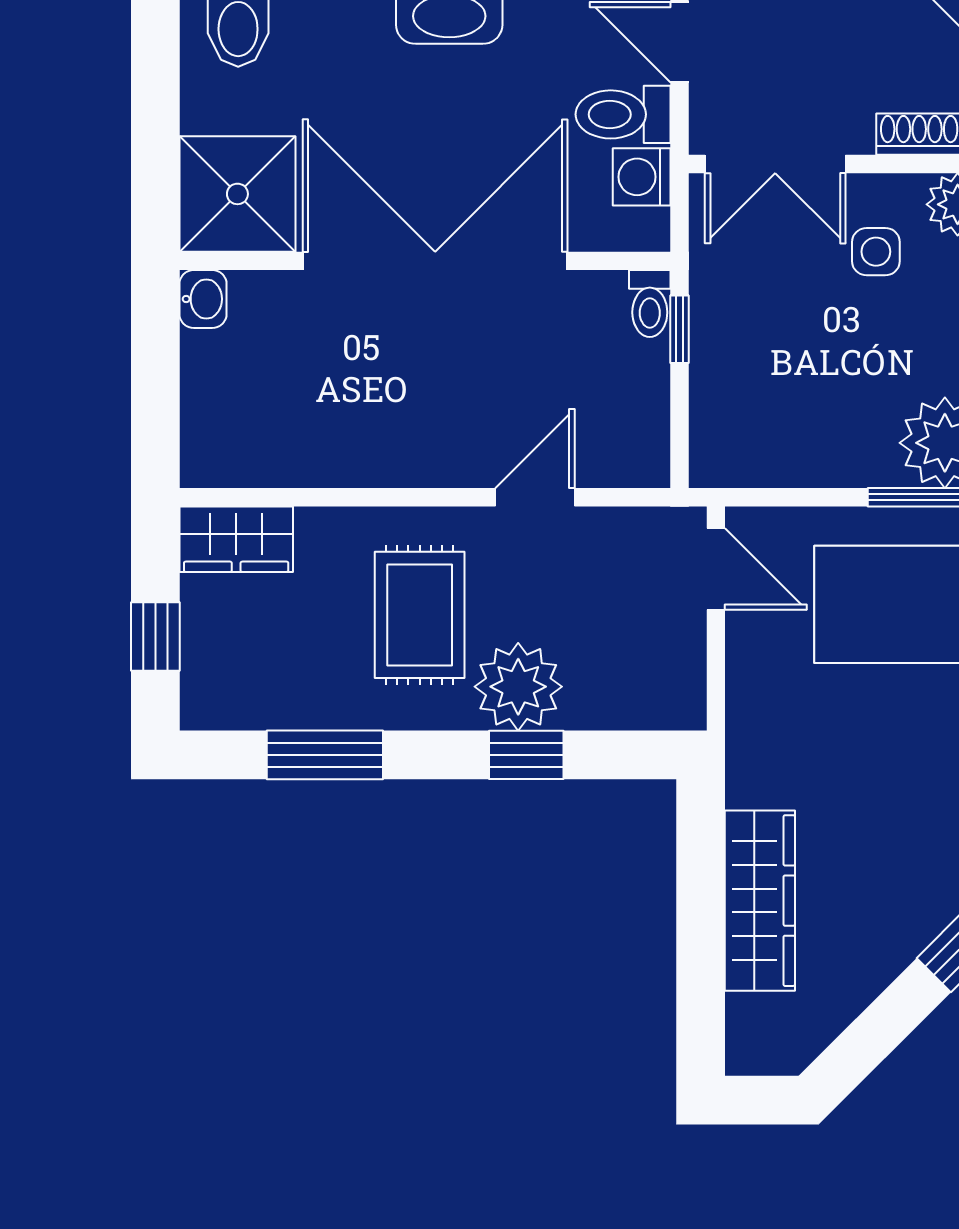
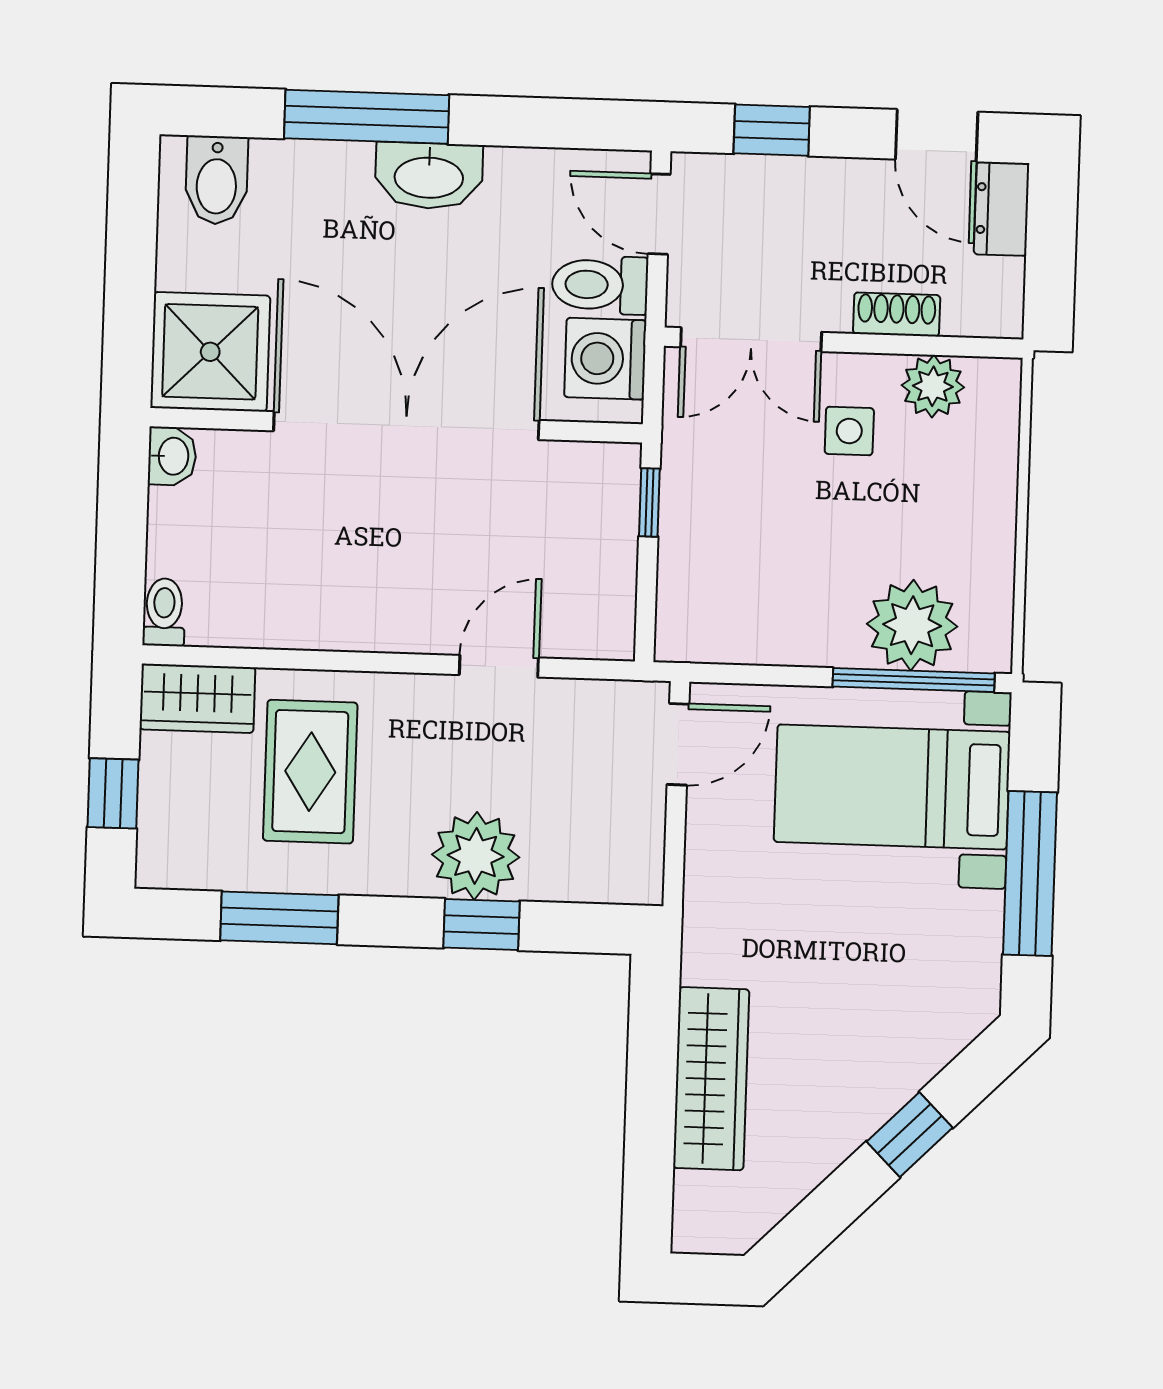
washing machine: (642, 177) -> (605, 359), width x1.38, depth x1.38
toilet: (650, 304) -> (164, 612), moved, turned 180
door: (716, 569) -> (678, 744), hinge flipped
rug: (420, 615) -> (310, 772), moved

